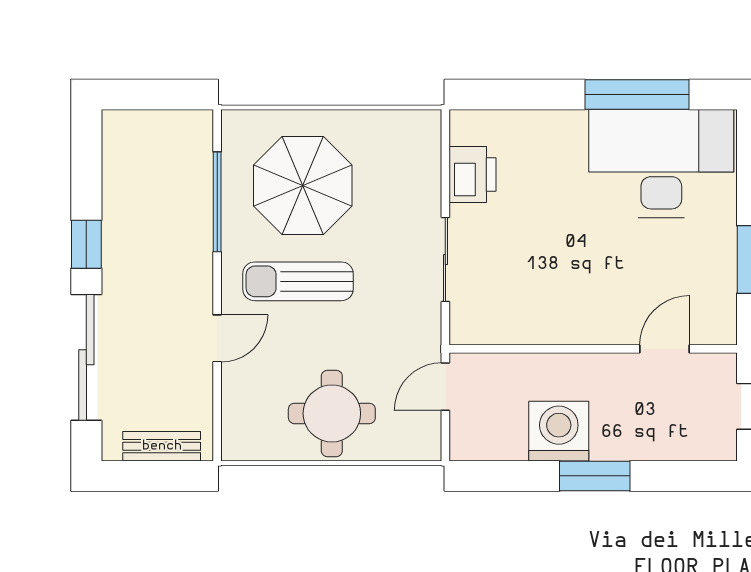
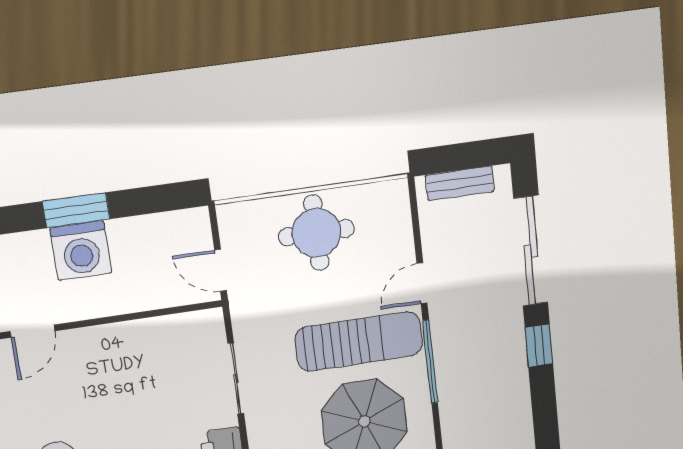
window: (217, 202) -> (430, 362), moved
sun lounger: (298, 281) -> (359, 341), width x1.36, depth x1.34
door: (445, 387) -> (221, 270), swing flipped
washing machine: (559, 431) -> (81, 250), moved

